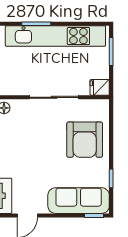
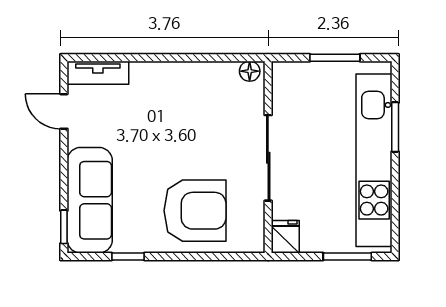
armchair: (85, 140) -> (195, 211), turned 180

